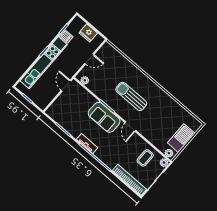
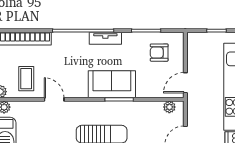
door: (66, 86) -> (185, 83), swing flipped
armchair: (66, 113) -> (159, 53), added
door: (130, 127) -> (54, 99), moved

